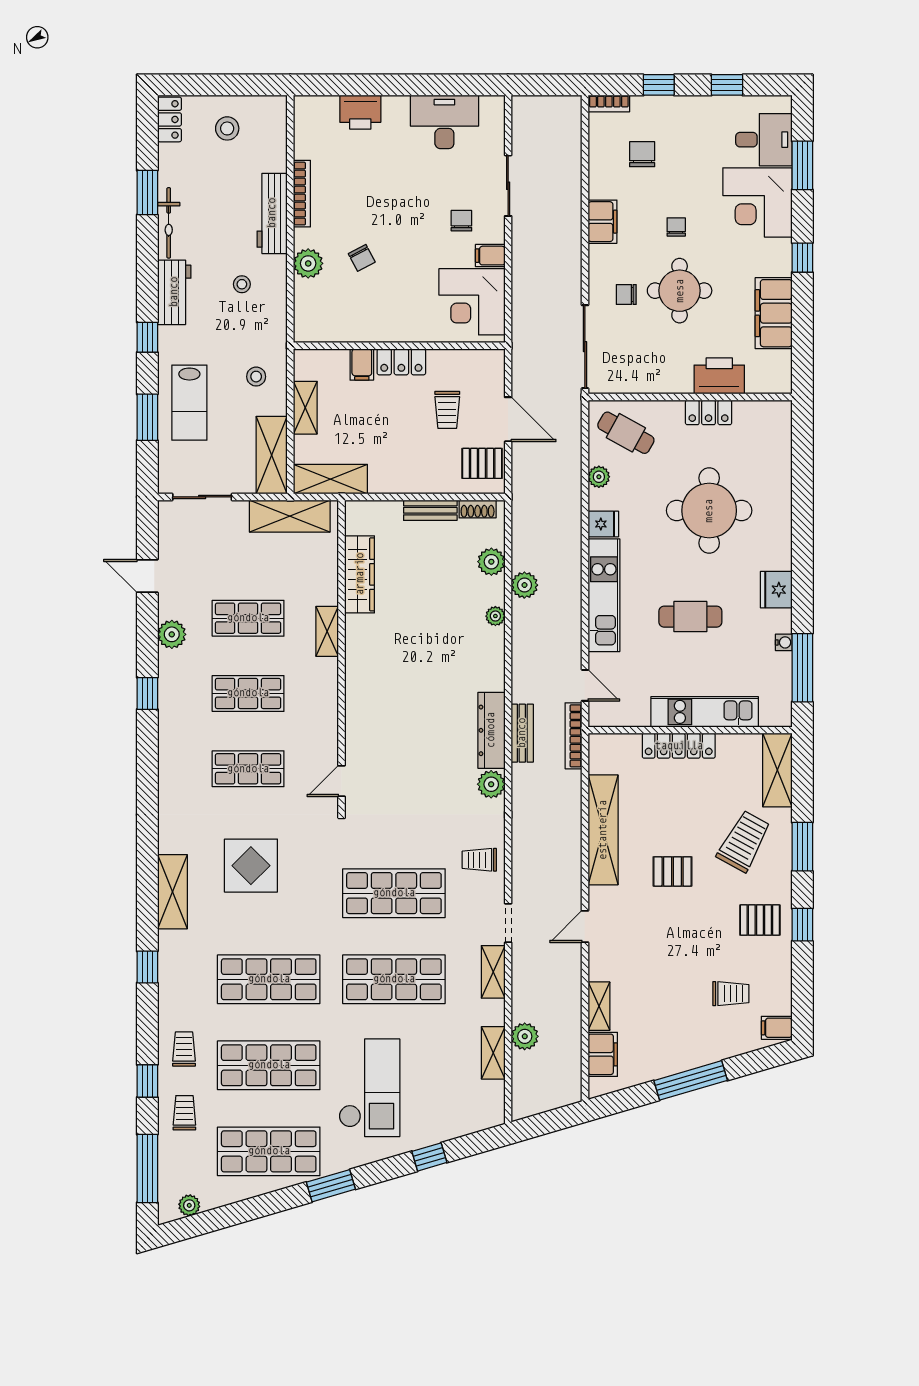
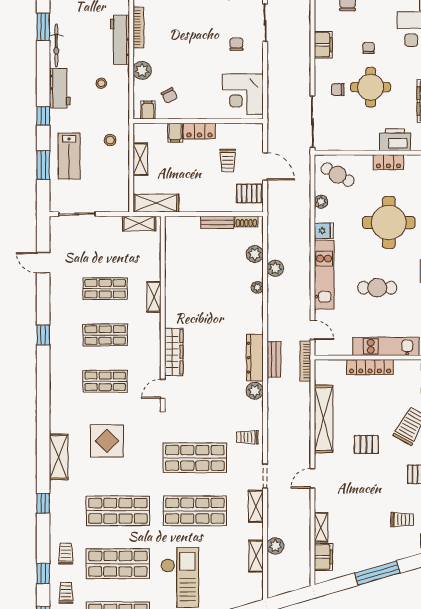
filing cabinet: (490, 256) -> (148, 110), moved, turned 90
chair: (362, 258) -> (169, 96), moved
shelving: (272, 455) -> (120, 188), removed
shelving: (290, 516) -> (139, 223), width x0.67, depth x0.75
wardrobe: (360, 574) -> (174, 352), moved
plant: (172, 634) -> (58, 299), removed

